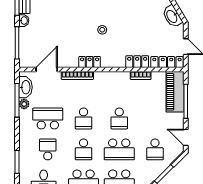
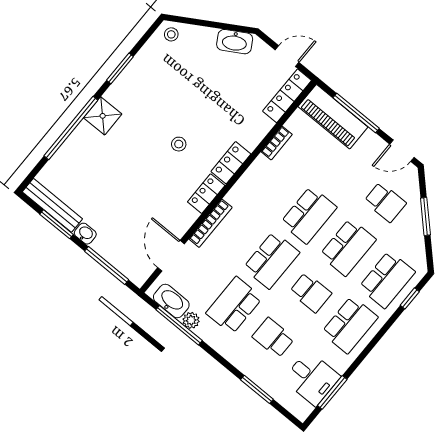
locker: (137, 62) -> (231, 163), moved
school desk: (84, 118) -> (271, 260), width x1.85
school desk: (119, 118) -> (309, 215), width x1.85

